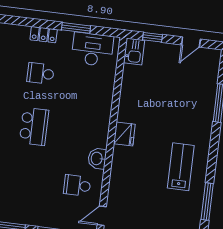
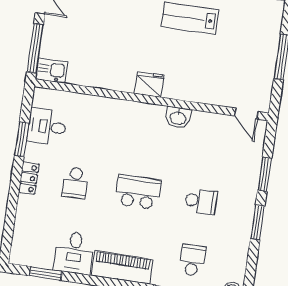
window: (152, 37) -> (35, 48), width x2.17
desk: (92, 49) -> (47, 127), width x0.73
school desk: (77, 185) -> (201, 201), moved, turned -90

